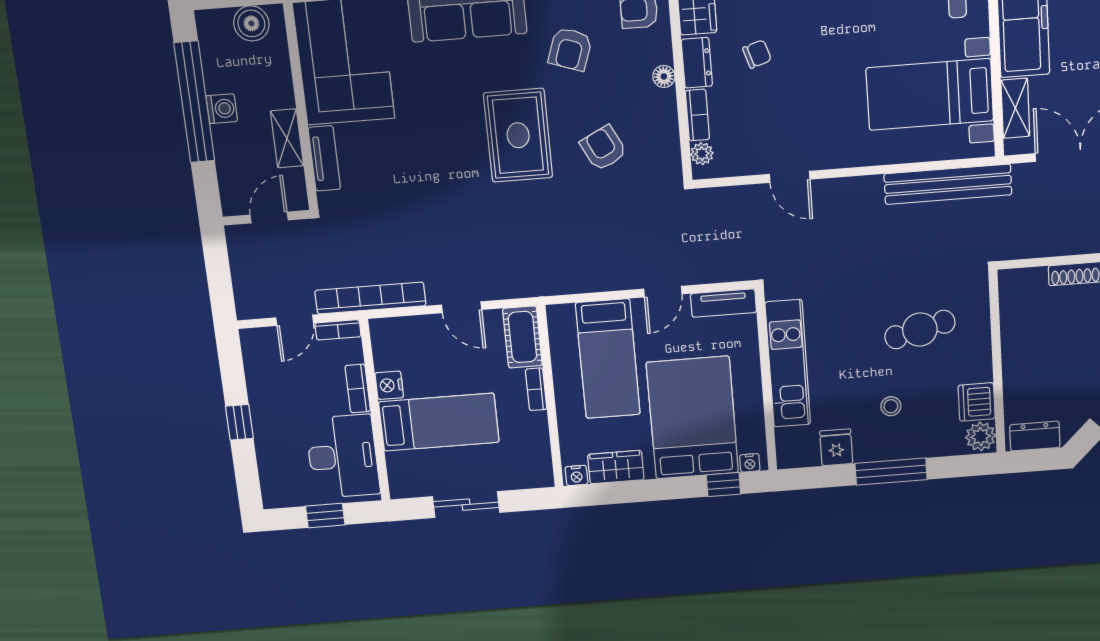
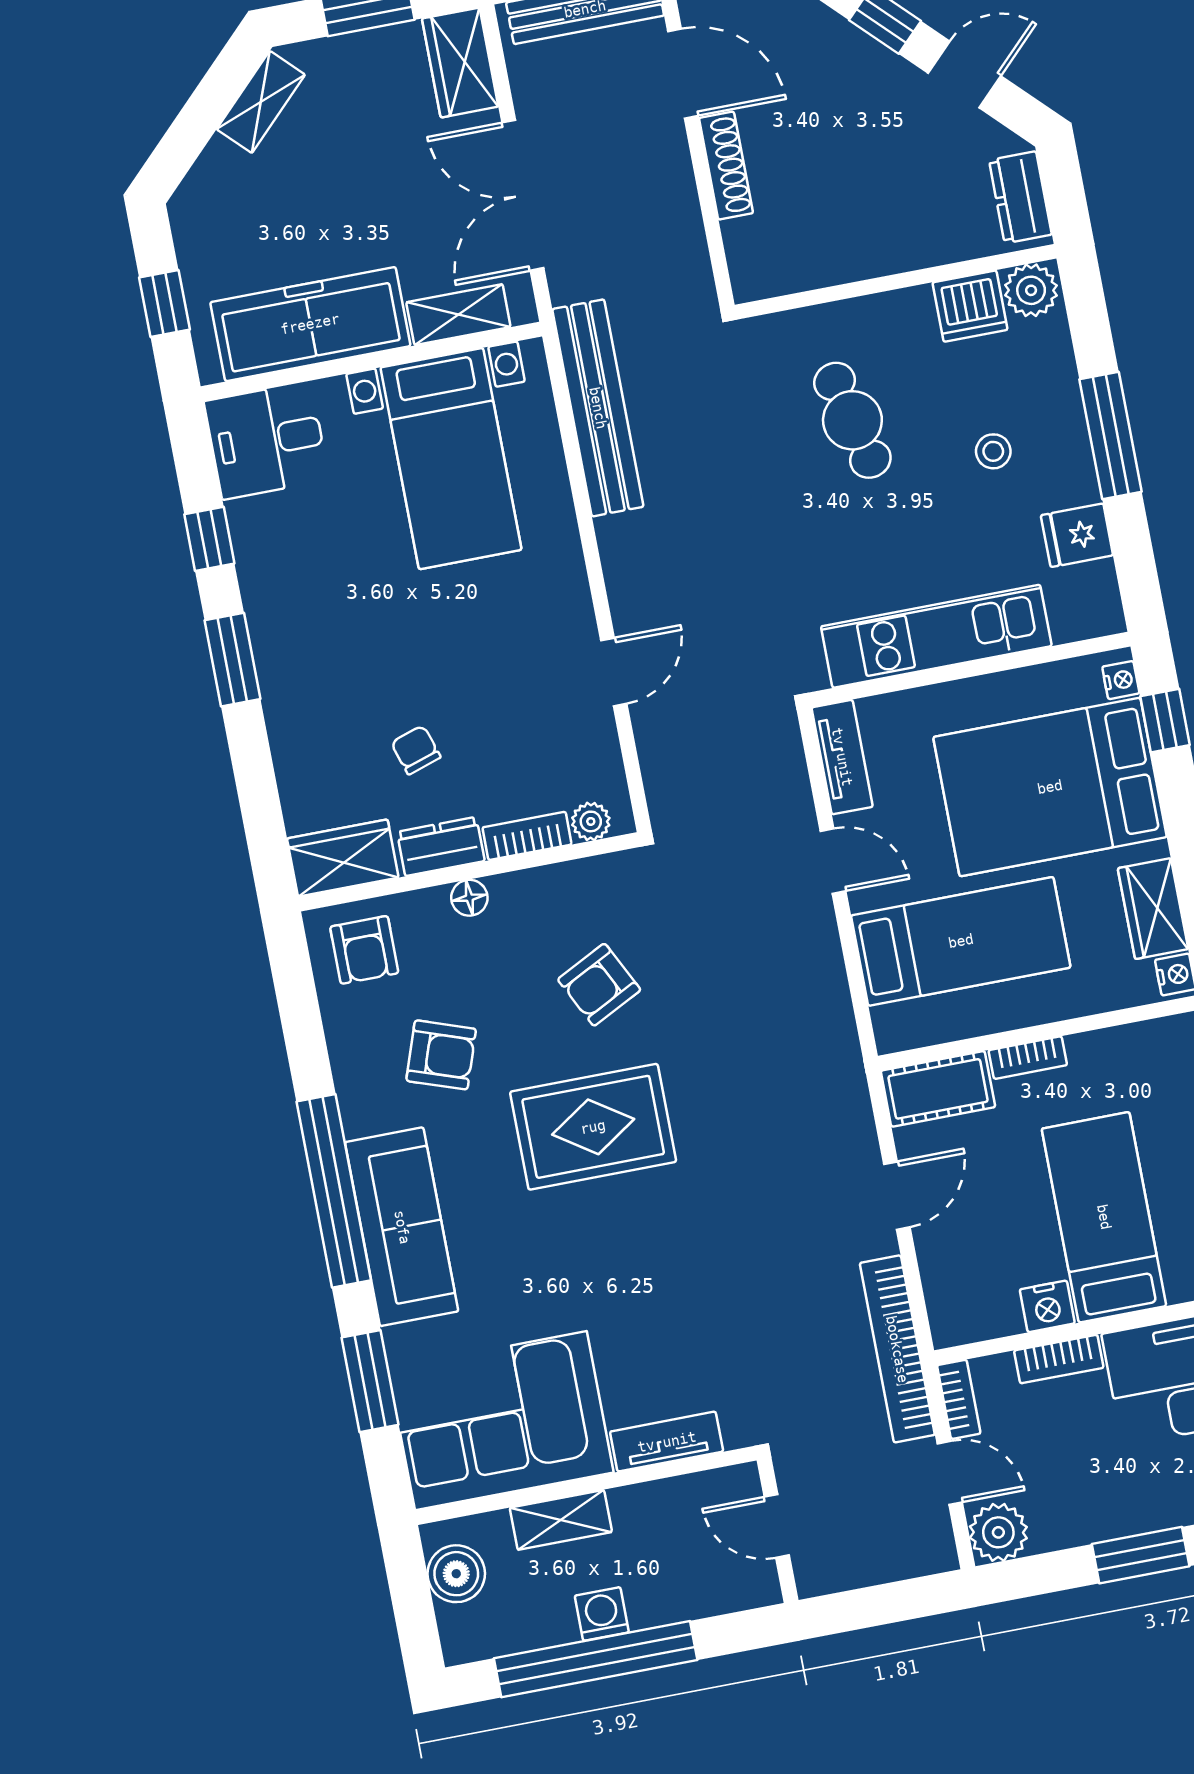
shelving: (287, 138) -> (561, 1520), moved
plant: (258, 344) -> (998, 1532), added
window: (239, 422) -> (1141, 1555), width x1.50

